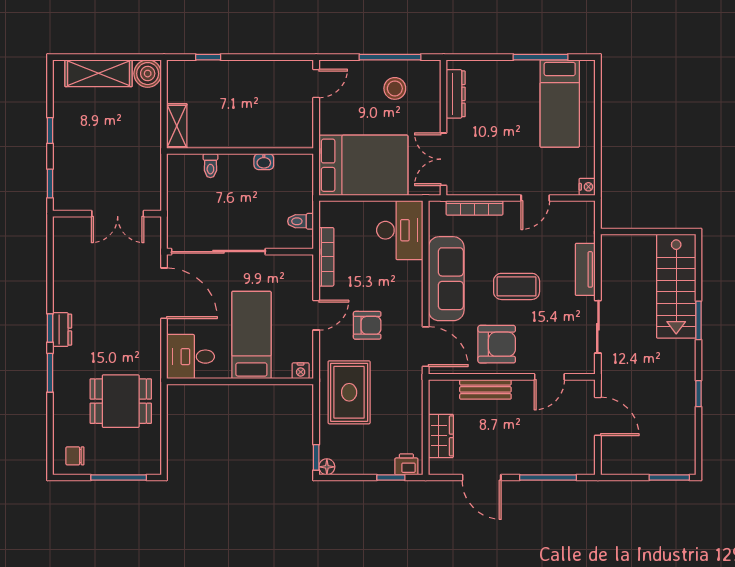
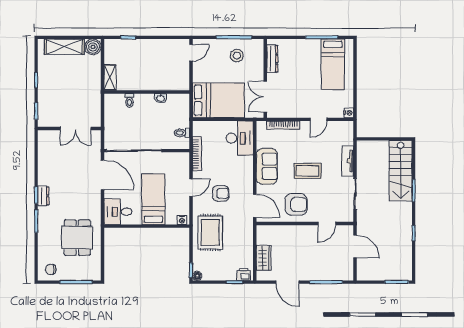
sofa: (446, 279) -> (267, 166), width x0.73
bench: (485, 389) -> (290, 231), removed
dining table: (121, 401) -> (77, 238), turned 90

